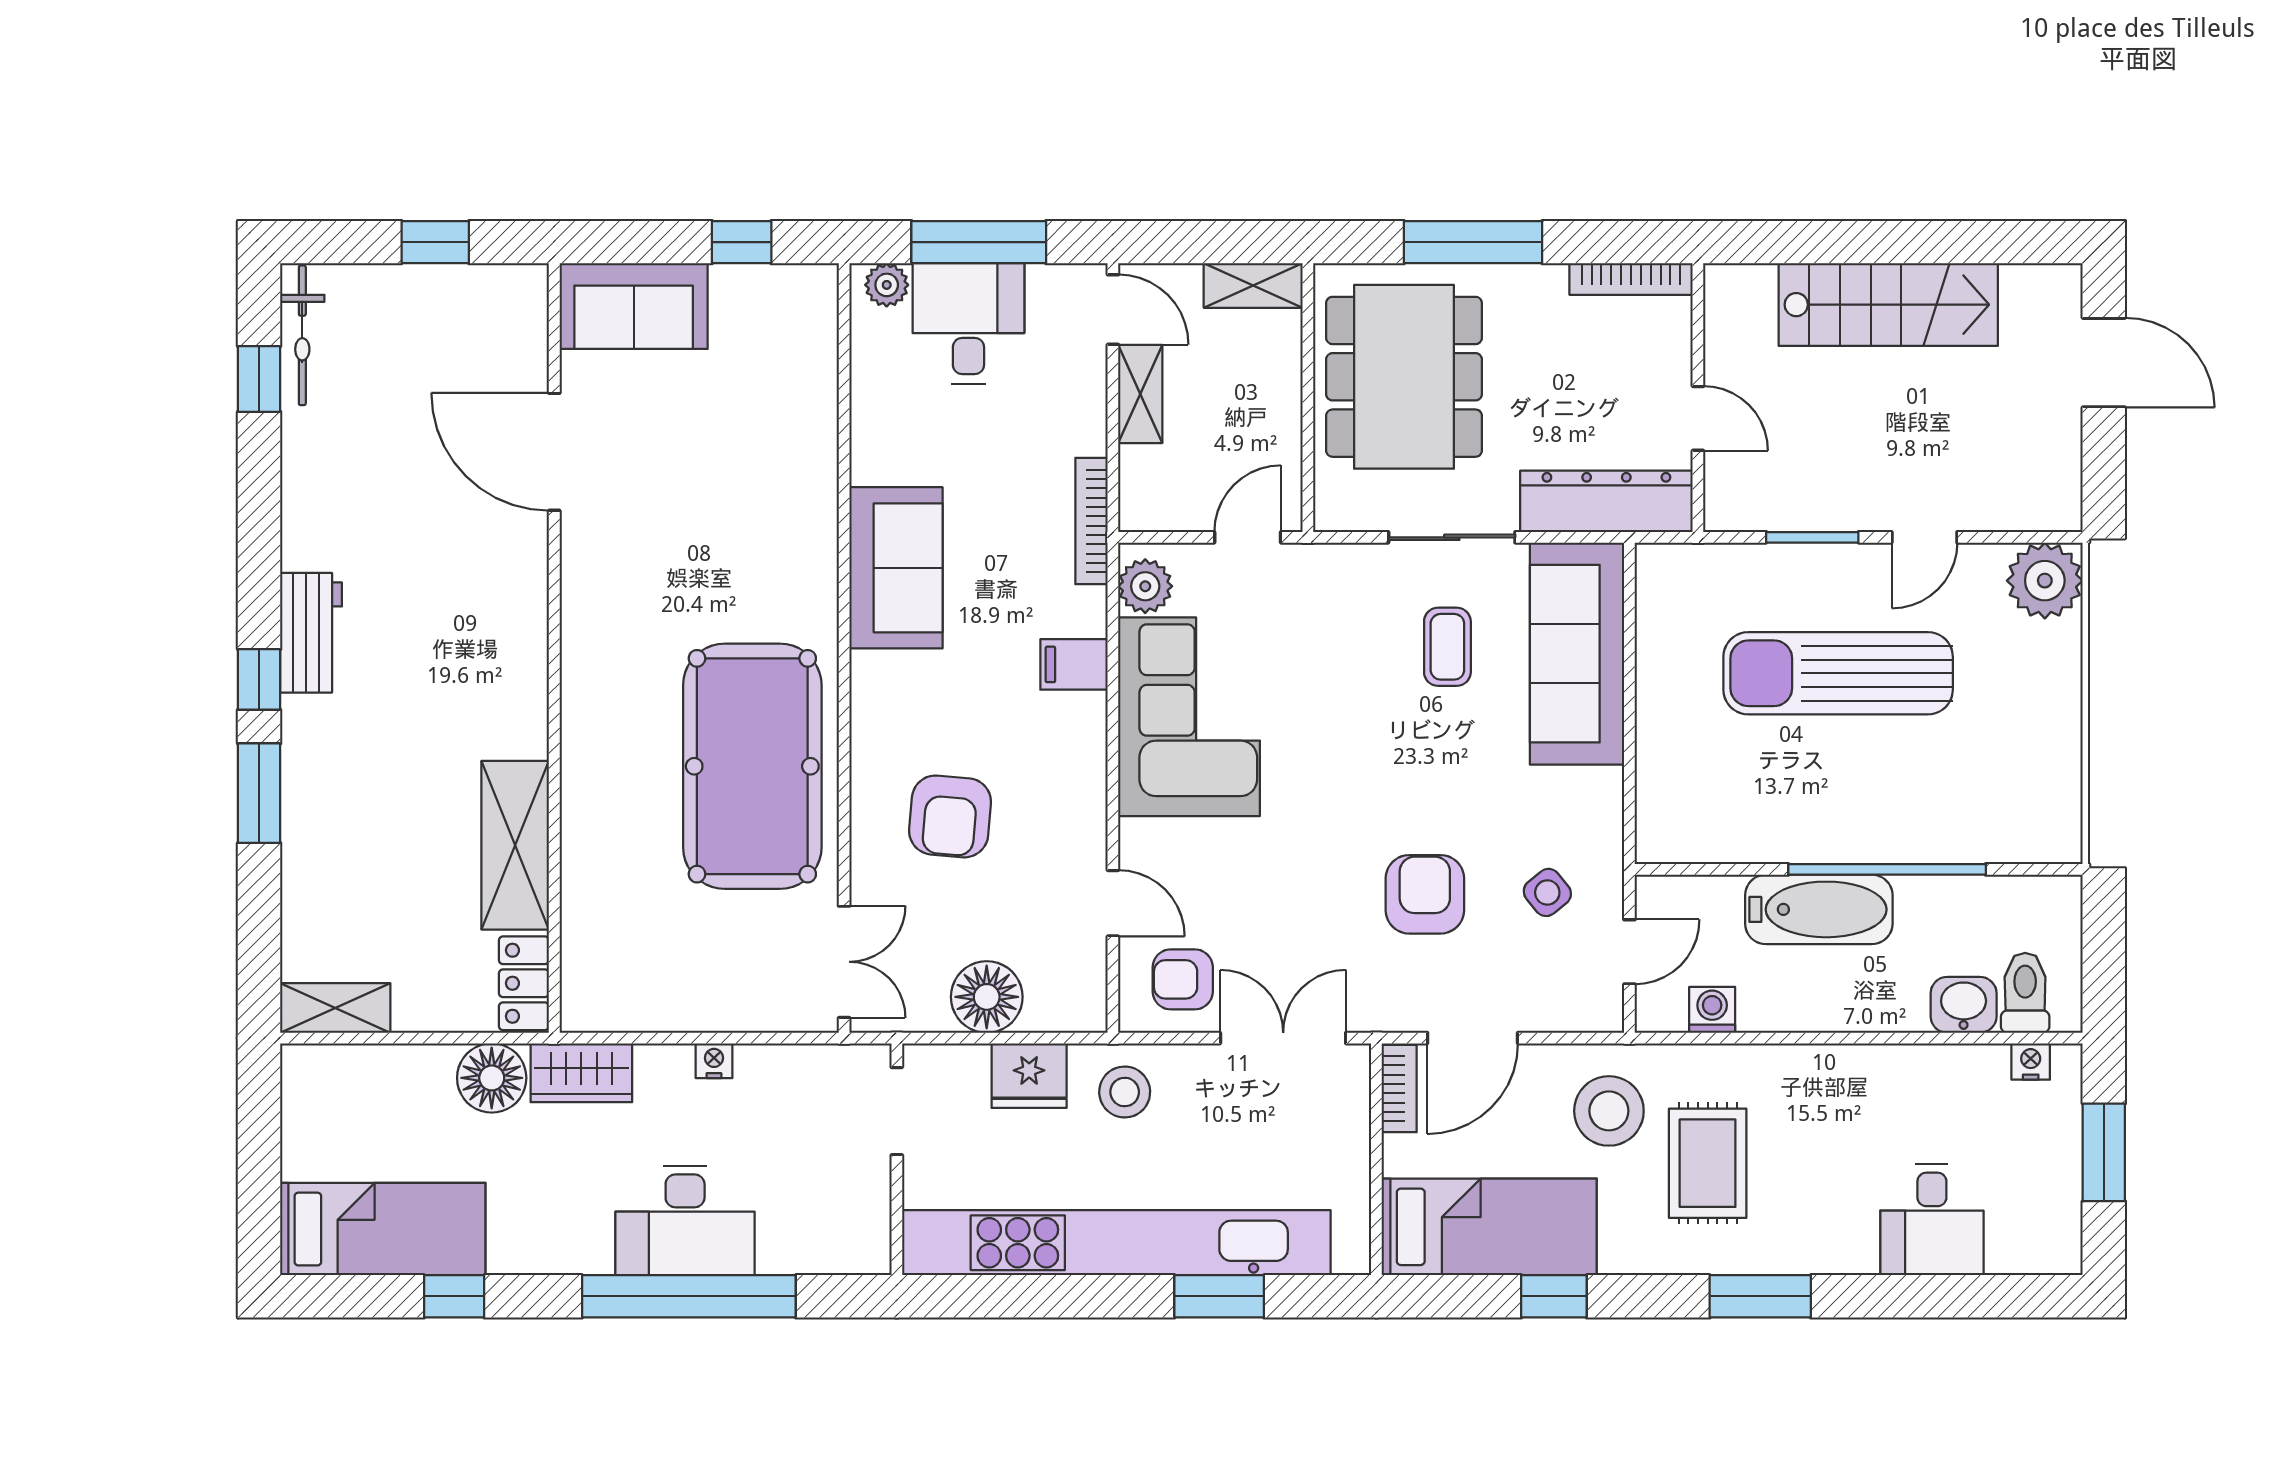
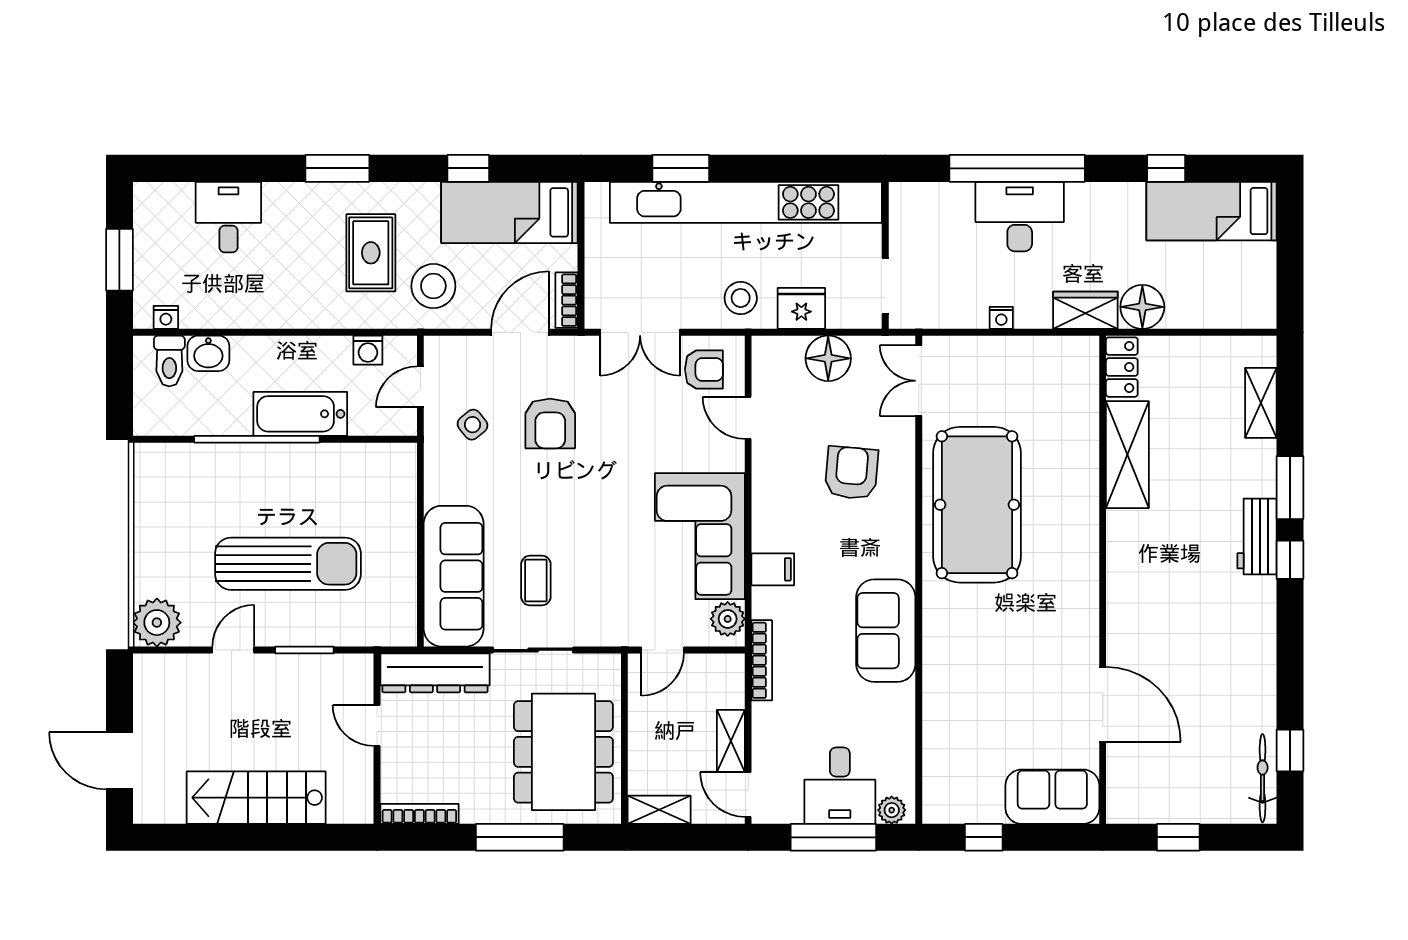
workbench: (311, 633) -> (1257, 537), moved
shelving: (335, 1008) -> (1261, 403), moved, turned 90

